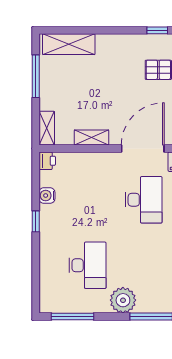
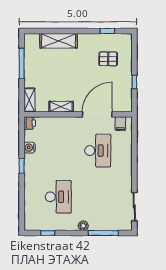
shelving: (69, 44) -> (59, 41), moved
plant: (123, 300) -> (83, 226), width x0.53, depth x0.53
window: (72, 317) -> (48, 233), width x0.46

